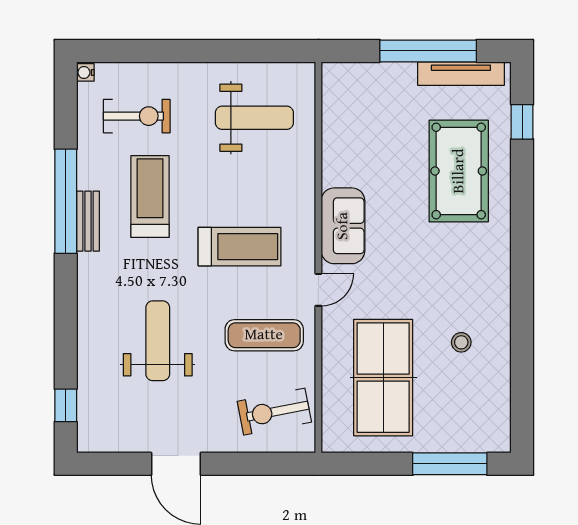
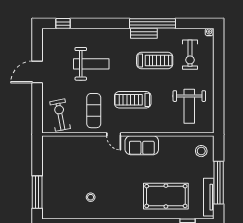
stool: (356, 91) -> (201, 151), added
treadmill: (239, 247) -> (133, 100), turned 90
table tennis table: (383, 378) -> (75, 163), removed

